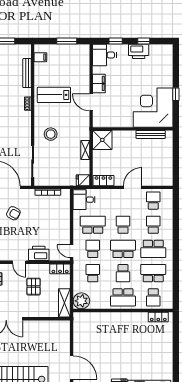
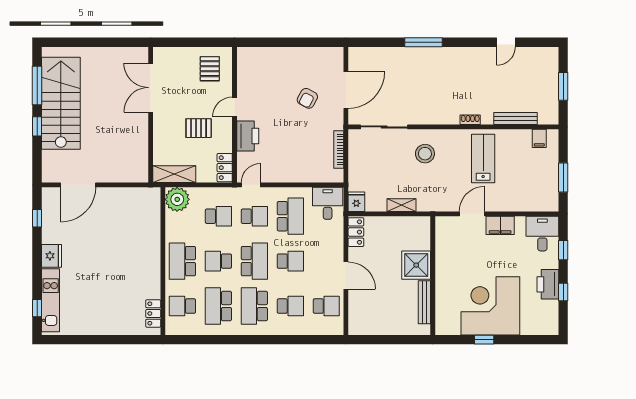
corner desk: (153, 108) -> (490, 306), moved, turned -90
shower: (102, 140) -> (416, 265), moved
school desk: (153, 273) -> (218, 306), turned 180

